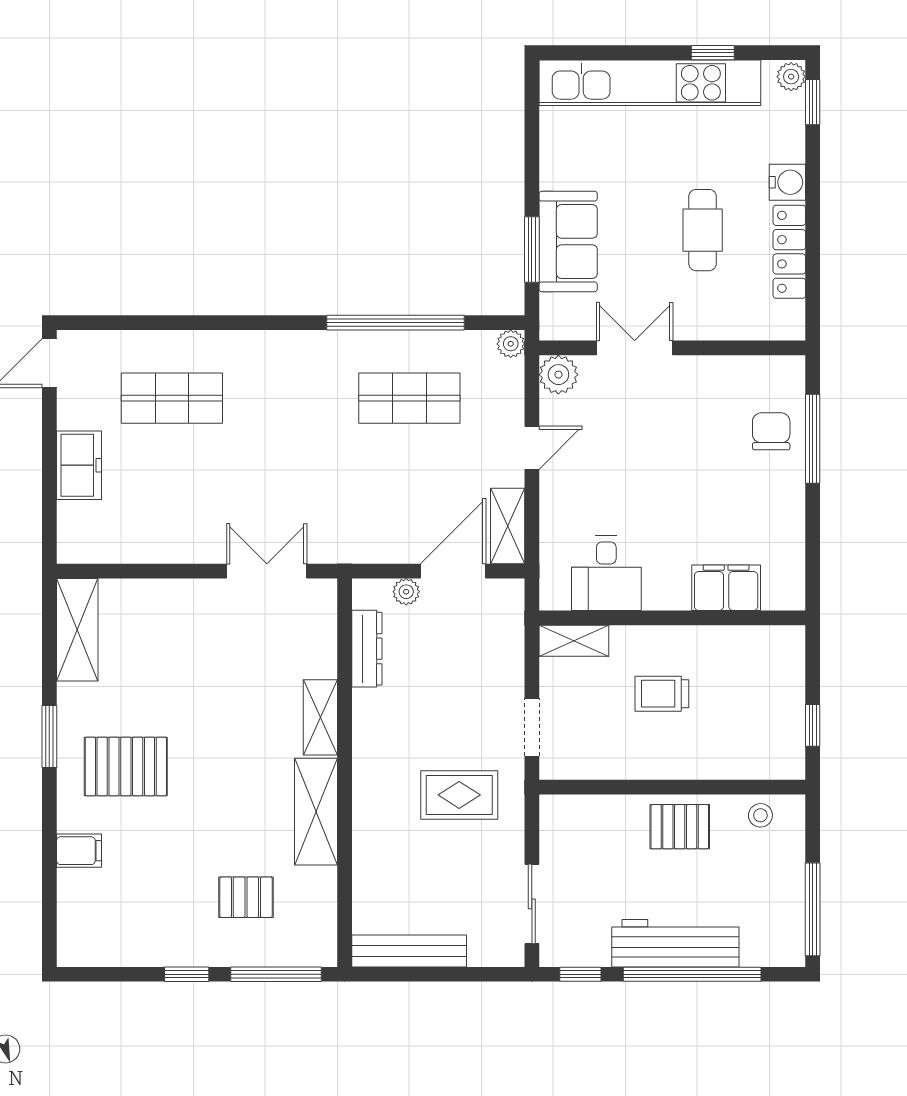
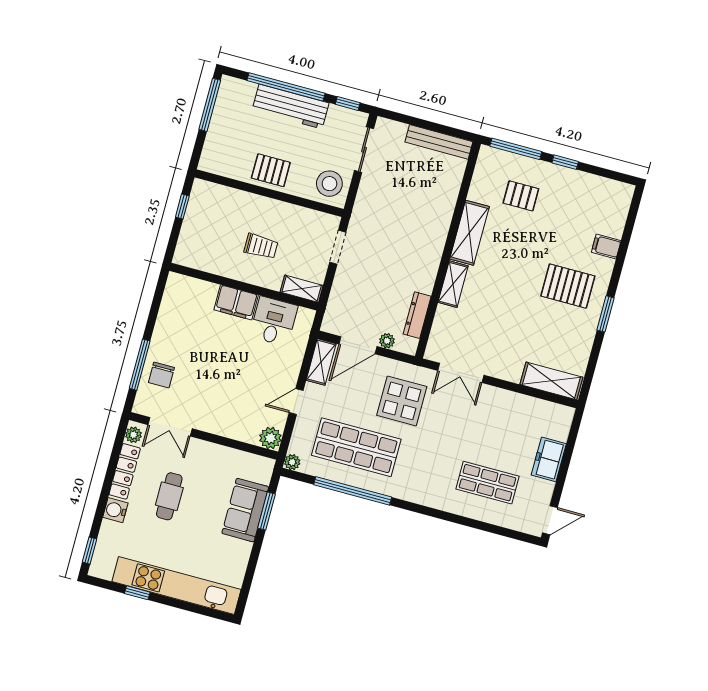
plant: (791, 77) -> (133, 435), moved
double door: (635, 348) -> (170, 427), moved
shop shelf: (409, 398) -> (356, 447), width x1.43, depth x1.36
display table: (354, 497) -> (402, 401), added
filing cabinet: (726, 588) -> (236, 302), moved
shelving: (77, 630) -> (551, 381), moved, turned 90
rug: (459, 795) -> (388, 221), removed
stool: (760, 815) -> (329, 184), moved, width x1.89, depth x1.89

